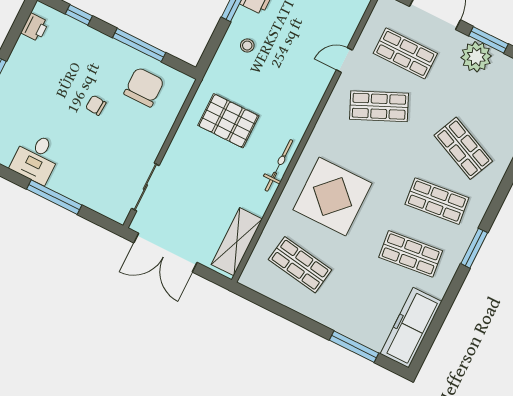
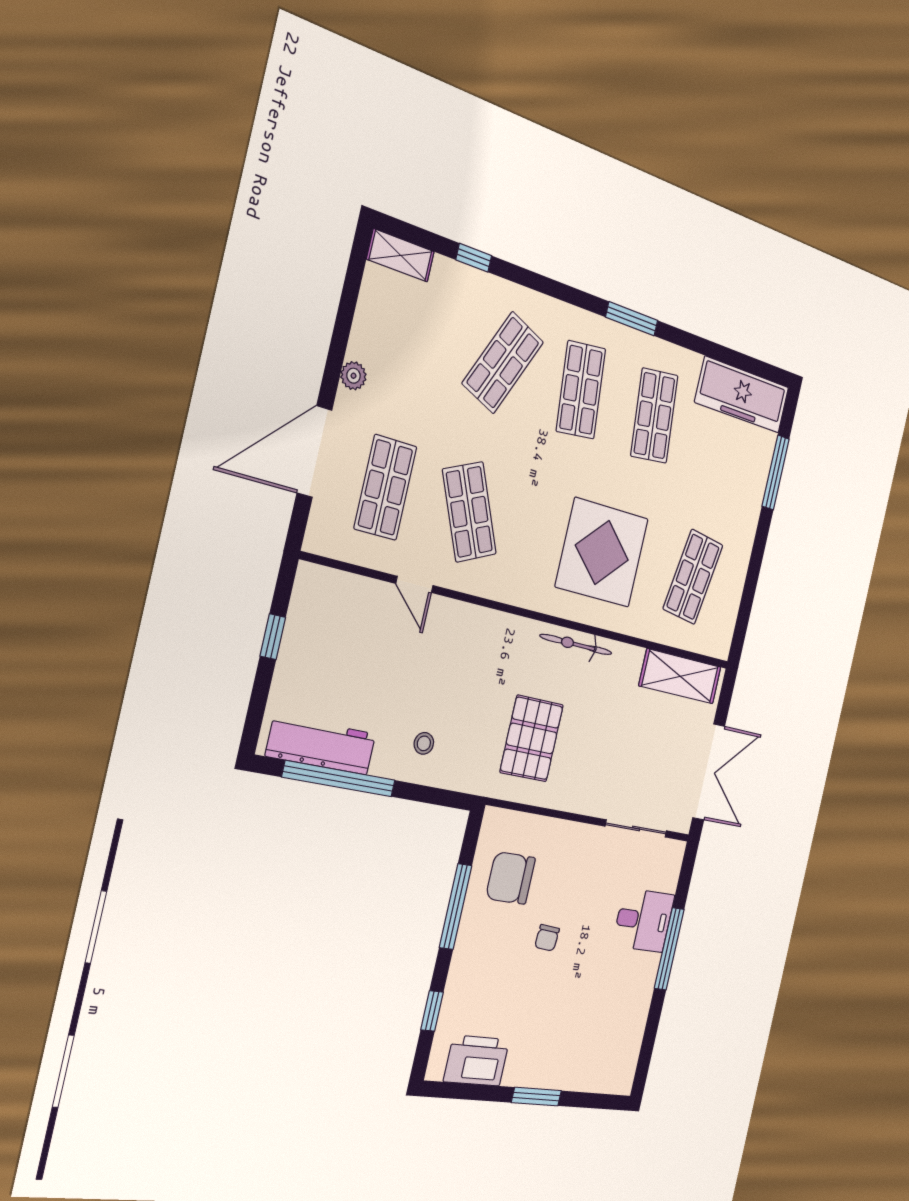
printer: (35, 27) -> (477, 1061), width x1.87, depth x1.48
window: (489, 40) -> (337, 351), removed
plant: (476, 57) -> (354, 376), width x0.53, depth x0.53
desk: (36, 158) -> (643, 920), moved

